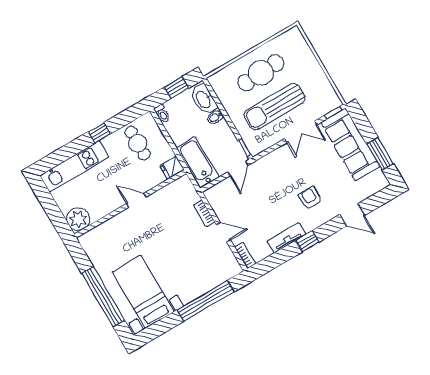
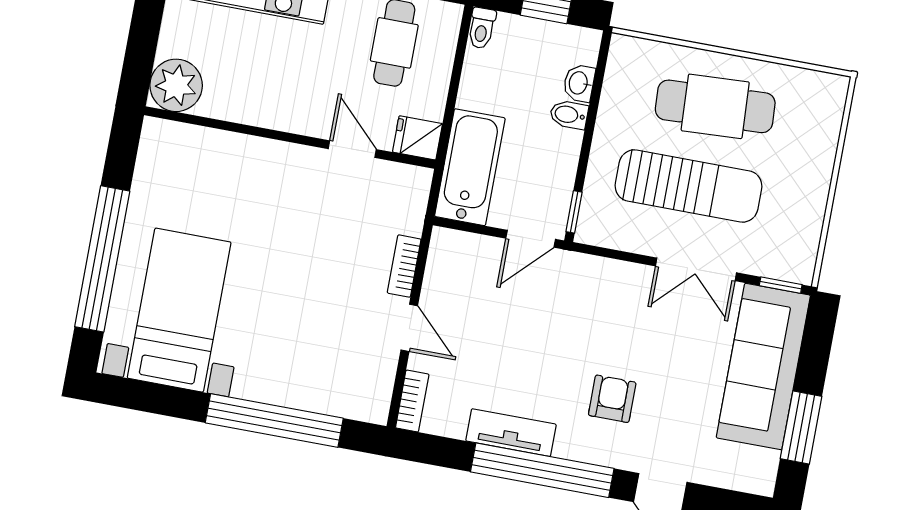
washbasin: (204, 99) -> (579, 83), width x0.52, depth x0.69
sun lounger: (275, 107) -> (688, 186), turned 180
door: (136, 200) -> (352, 149), moved
window: (307, 241) -> (542, 470), width x3.17

